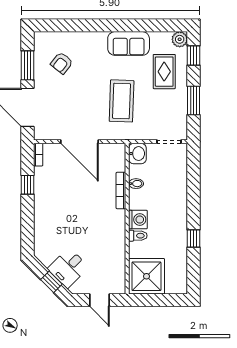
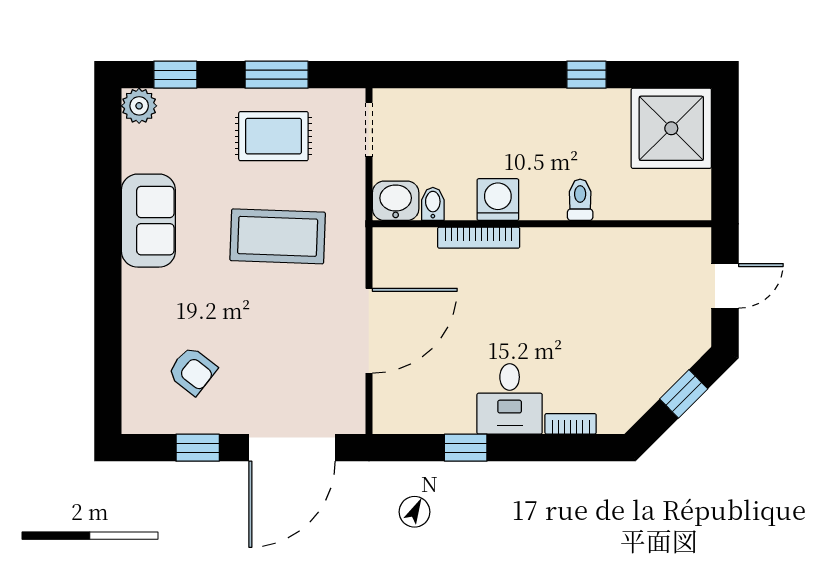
window: (27, 65) -> (198, 448), width x0.67
rug: (164, 72) -> (273, 136), moved
bookcase: (38, 155) -> (571, 424), moved
bidet: (136, 184) -> (433, 204), moved
washing machine: (138, 220) -> (498, 200), moved
desk: (68, 268) -> (510, 399), moved, turned 45
shower: (146, 276) -> (671, 128), moved

